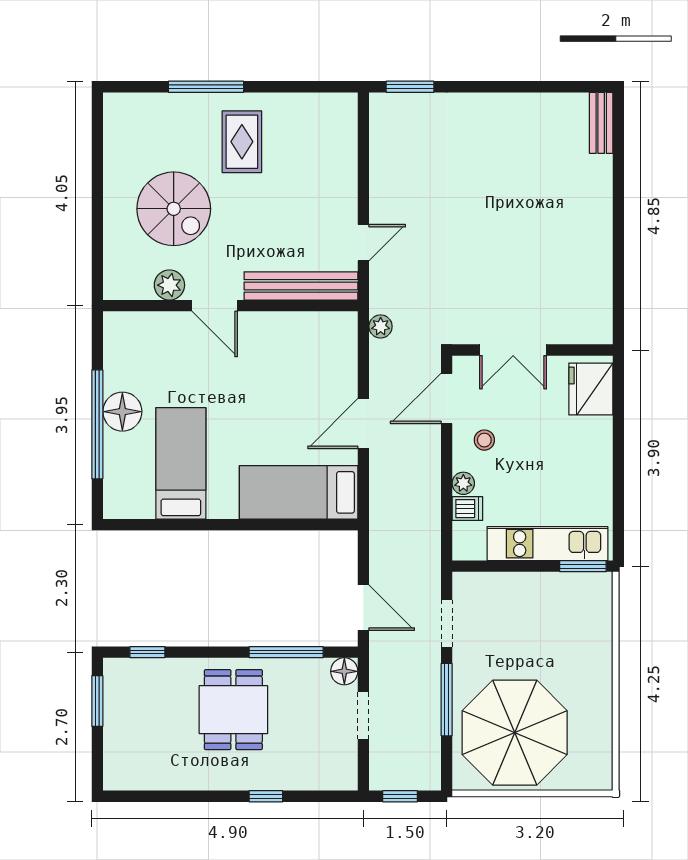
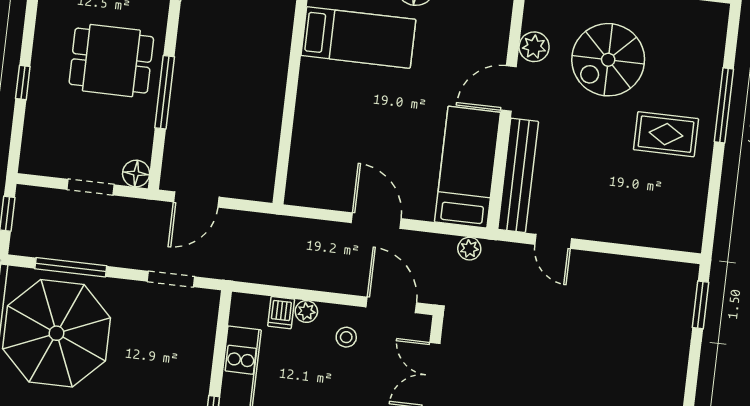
bed: (299, 492) -> (468, 167), moved
window: (286, 652) -> (165, 92), moved
window: (447, 700) -> (71, 267), moved

